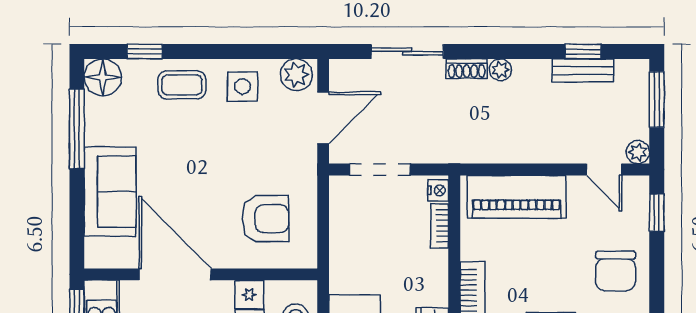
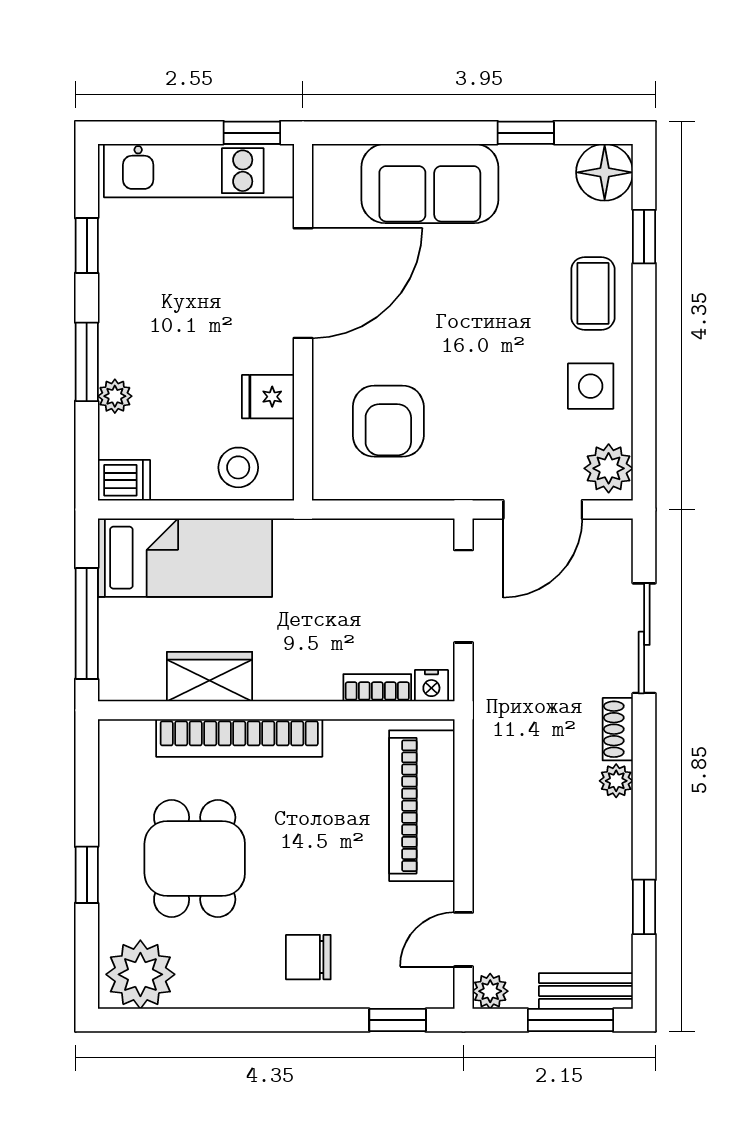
bench: (583, 71) -> (586, 991), moved, turned 90
door: (323, 118) -> (543, 510), hinge flipped
window: (77, 129) -> (526, 133), width x0.46
chair: (616, 271) -> (308, 957), width x0.73, depth x0.73

